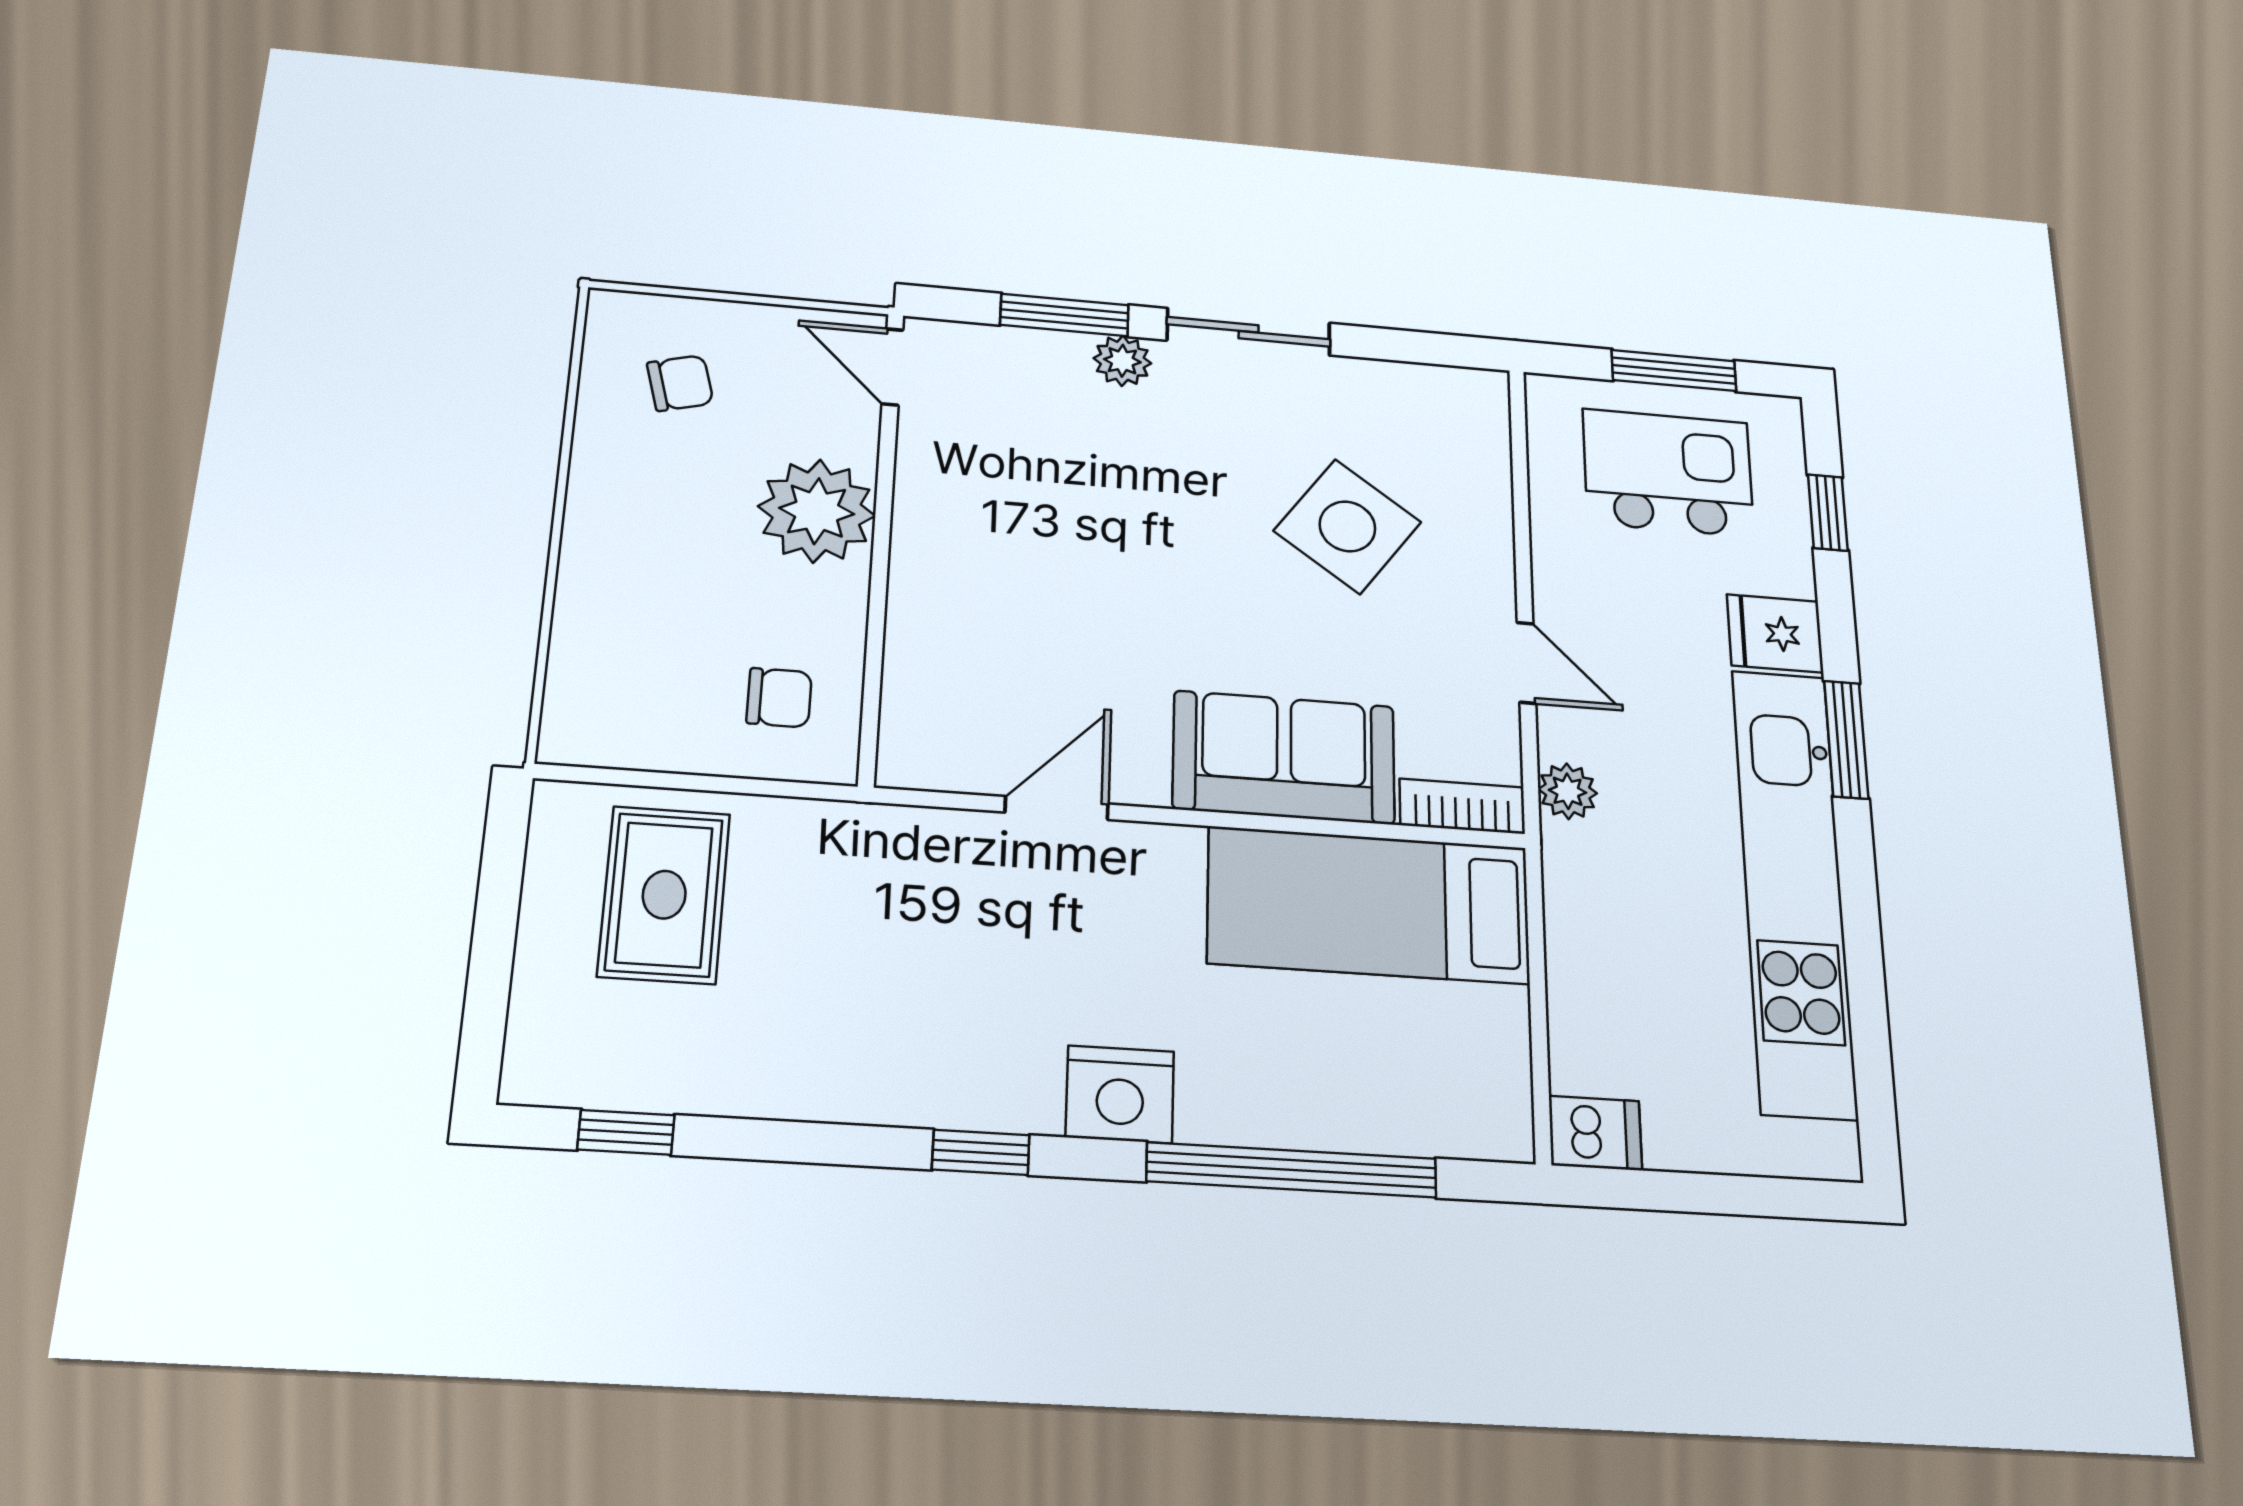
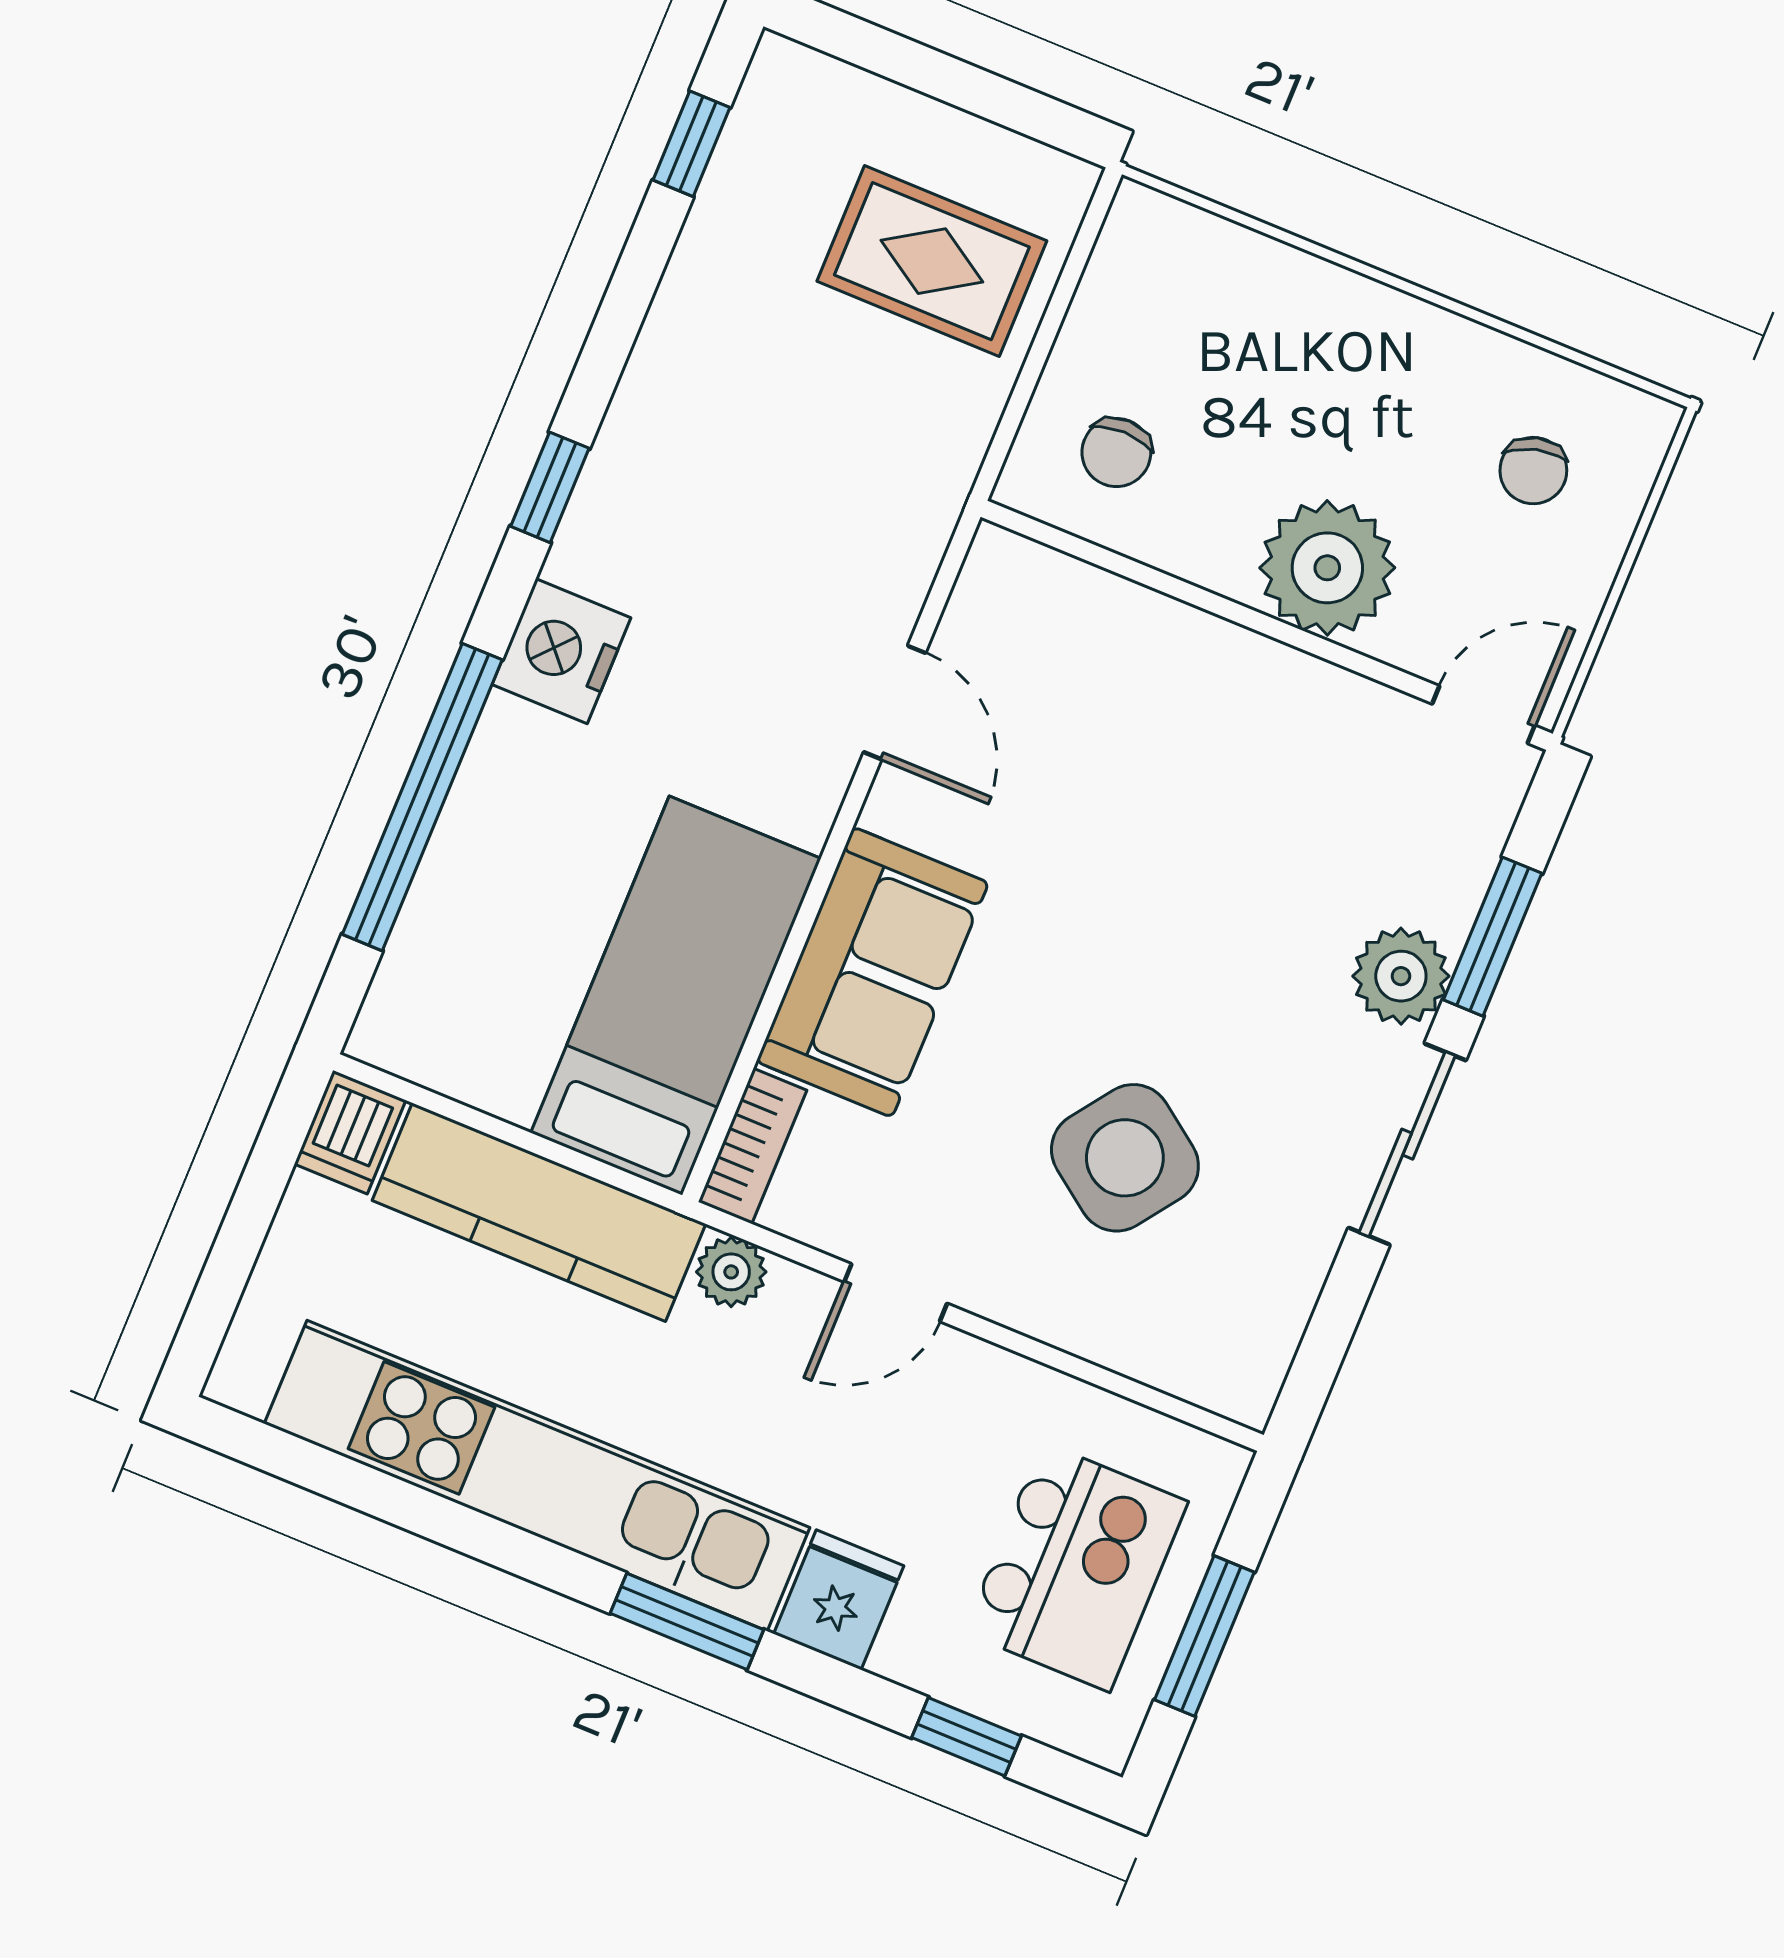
plant: (1122, 361) -> (1401, 976), width x1.38, depth x1.38
kitchen counter: (1590, 957) -> (539, 1212), added

